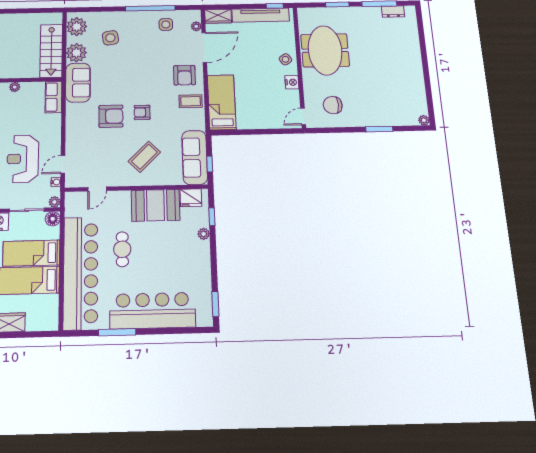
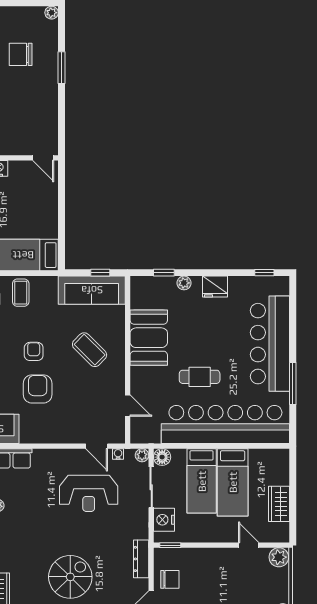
chair: (333, 105) -> (21, 54), moved, turned 90
armchair: (142, 112) -> (34, 351), turned 180
fridge: (191, 198) -> (215, 287), moved, turned 90
window: (215, 304) -> (264, 273), width x0.67

